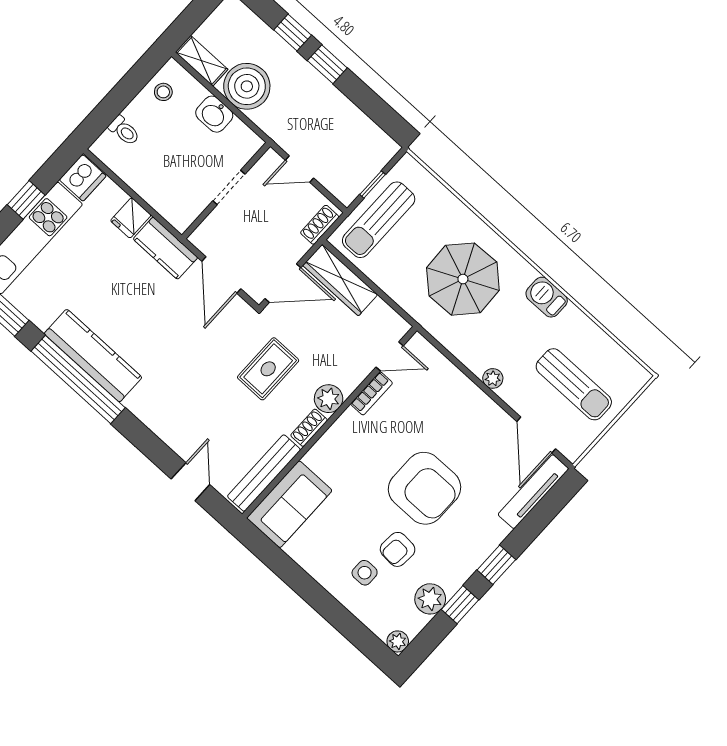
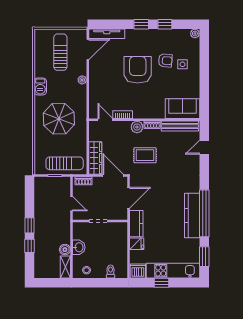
boiler: (247, 86) -> (65, 250), width x0.54, depth x0.54
plant: (430, 599) -> (172, 35), removed

